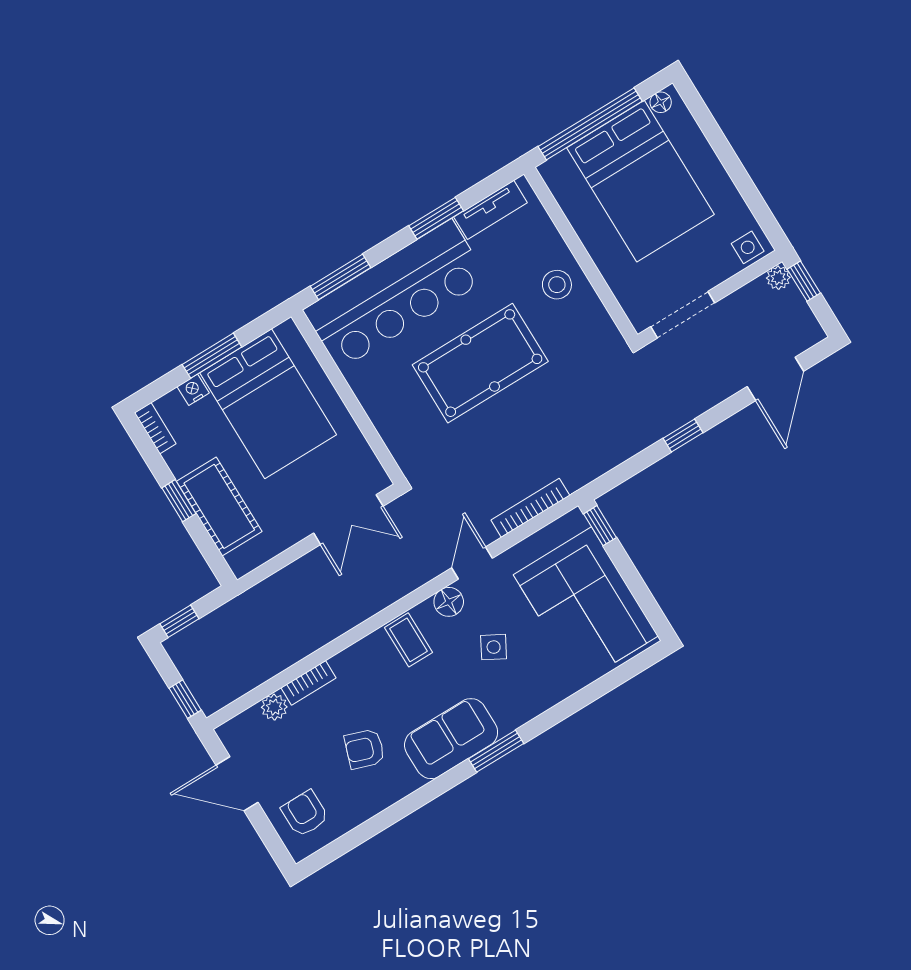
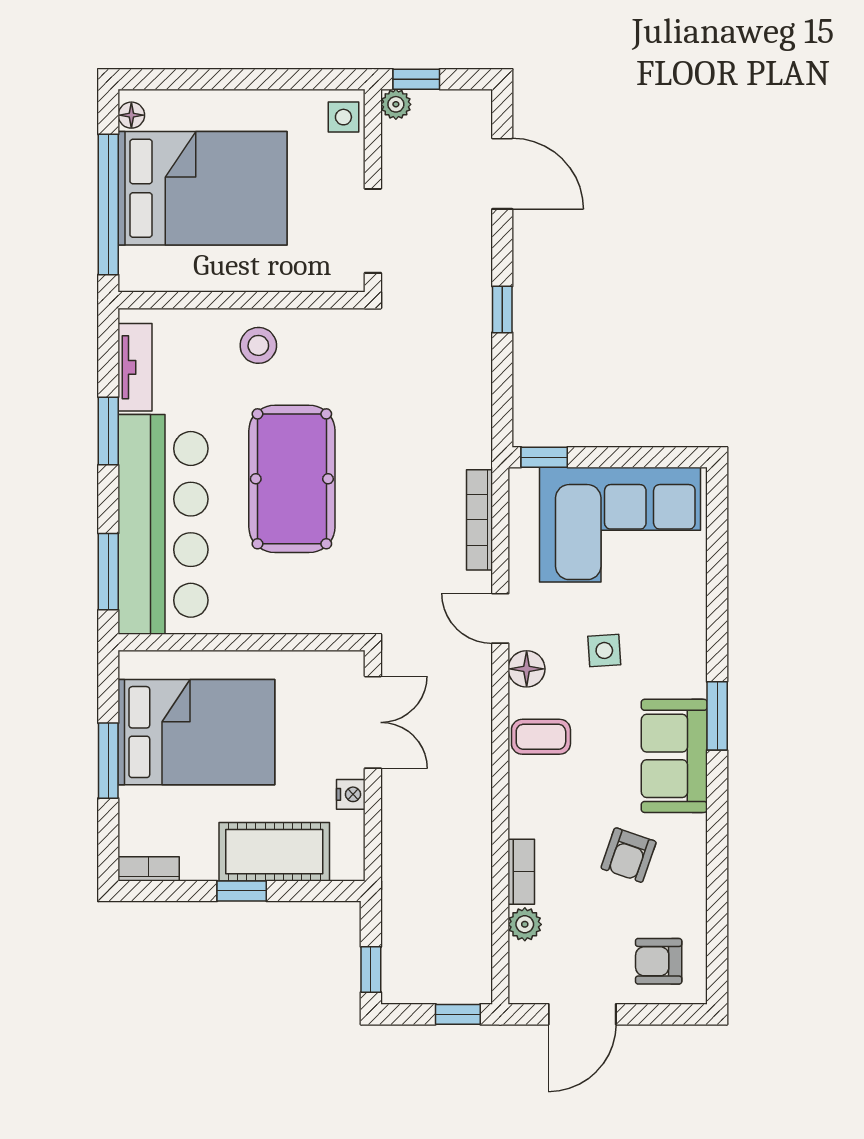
nightstand: (193, 390) -> (351, 794), moved, turned 180
side table: (494, 647) -> (604, 650), turned -33

